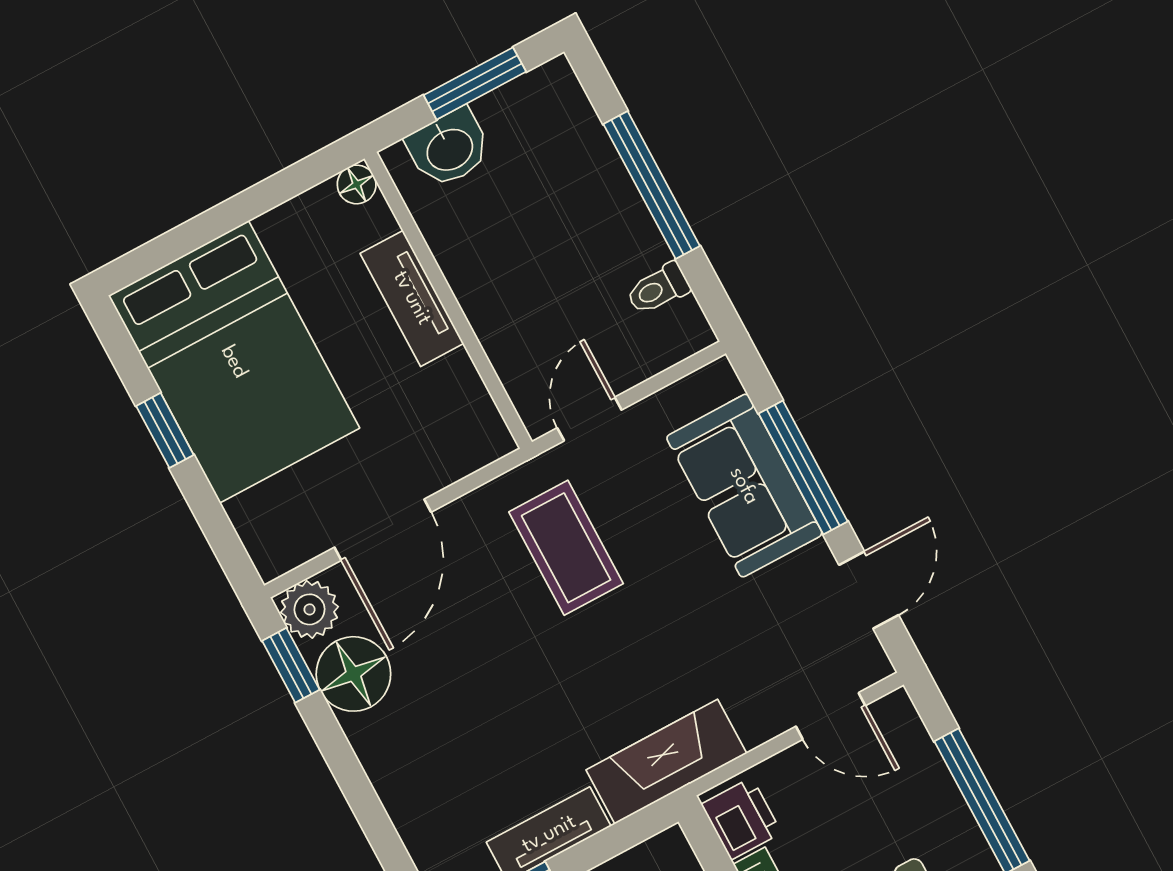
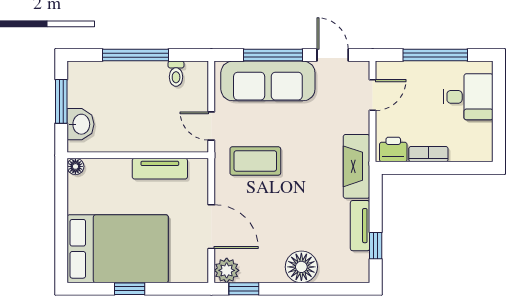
tv unit: (412, 298) -> (160, 169), moved
sofa: (744, 486) -> (268, 81), width x1.36
floor lamp: (353, 674) -> (301, 267), moved

